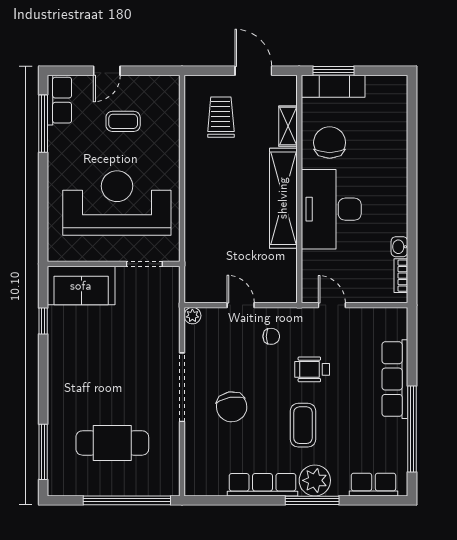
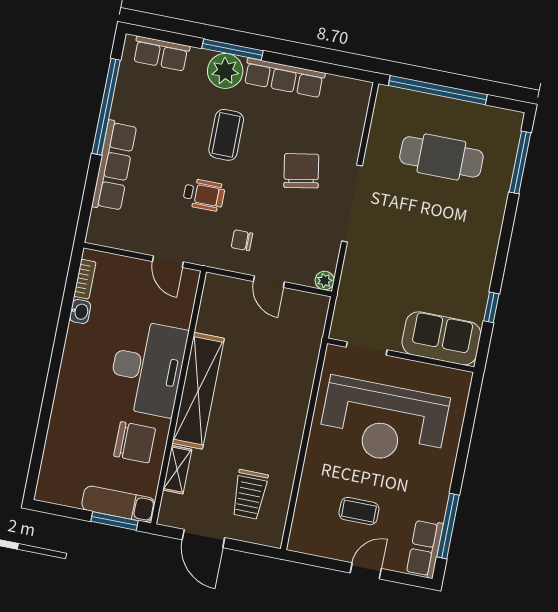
chair: (330, 143) -> (135, 442), turned -90

